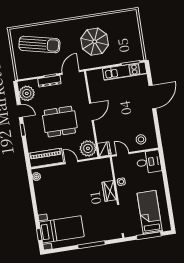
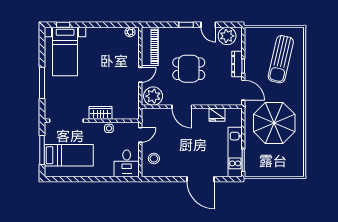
parasol: (95, 42) -> (274, 123), width x1.36, depth x1.36
door: (20, 111) -> (208, 25), hinge flipped
door: (91, 112) -> (182, 107), moved
dining table: (60, 122) -> (189, 69), width x0.73
fridge: (104, 149) -> (217, 115), moved

